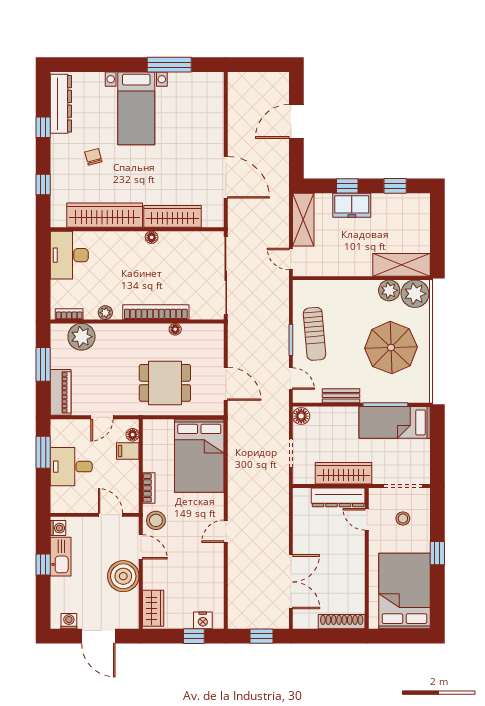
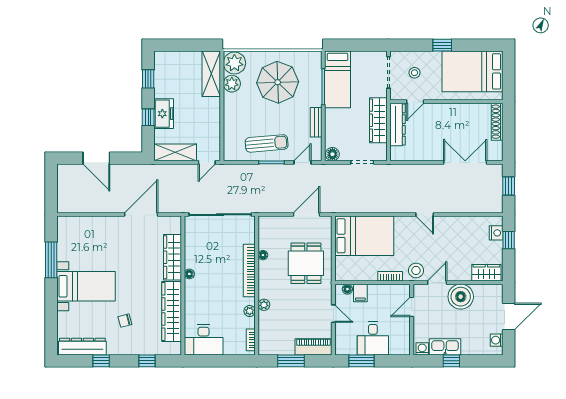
plant: (81, 337) -> (264, 305), moved, width x0.53, depth x0.53

